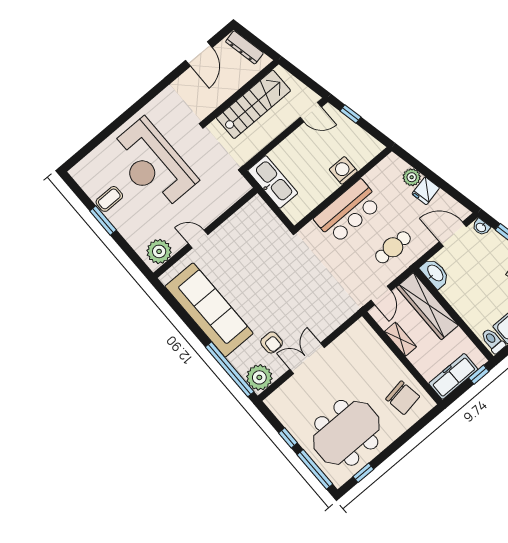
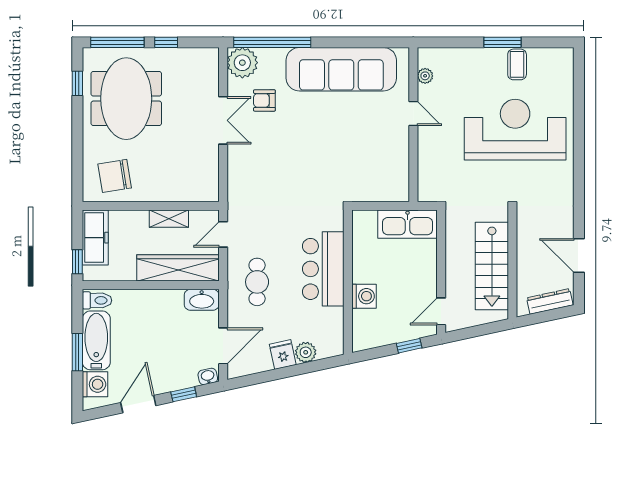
door: (198, 239) -> (413, 113), hinge flipped
plant: (159, 251) -> (425, 76), width x0.53, depth x0.53
door: (381, 295) -> (223, 234), hinge flipped

